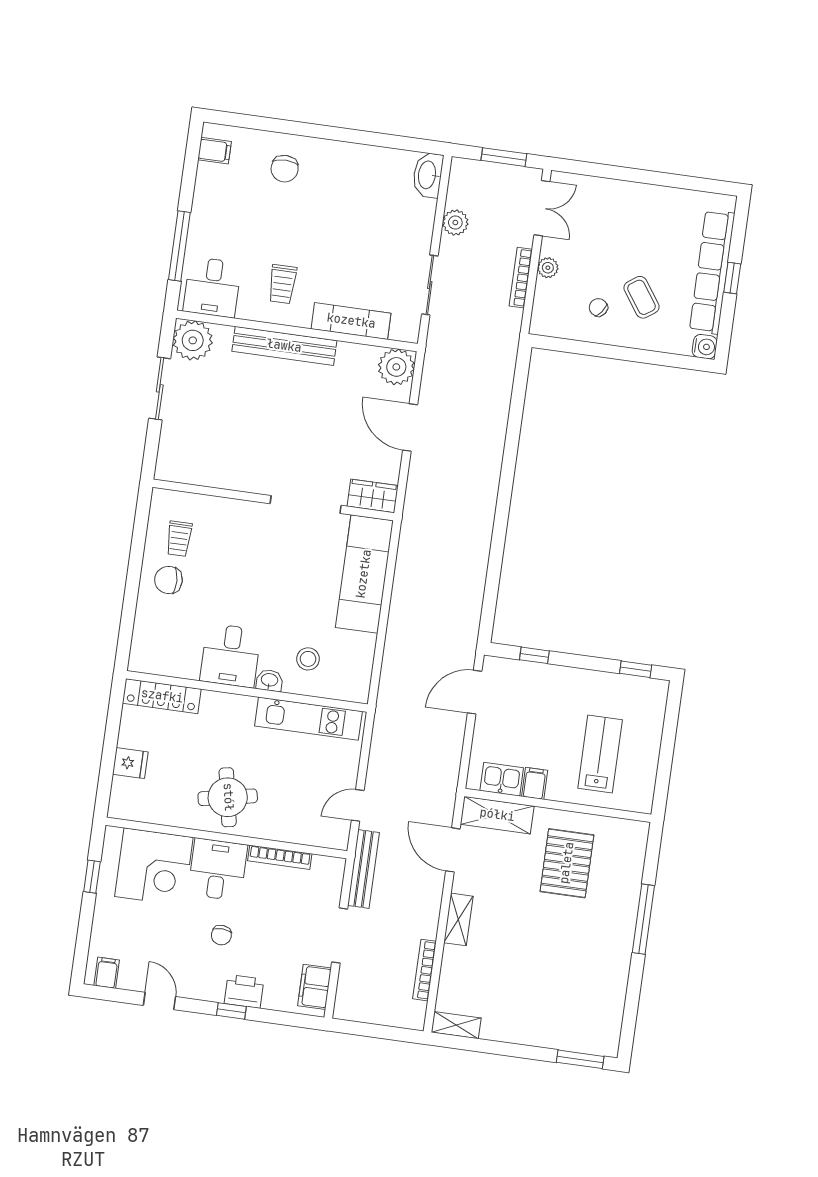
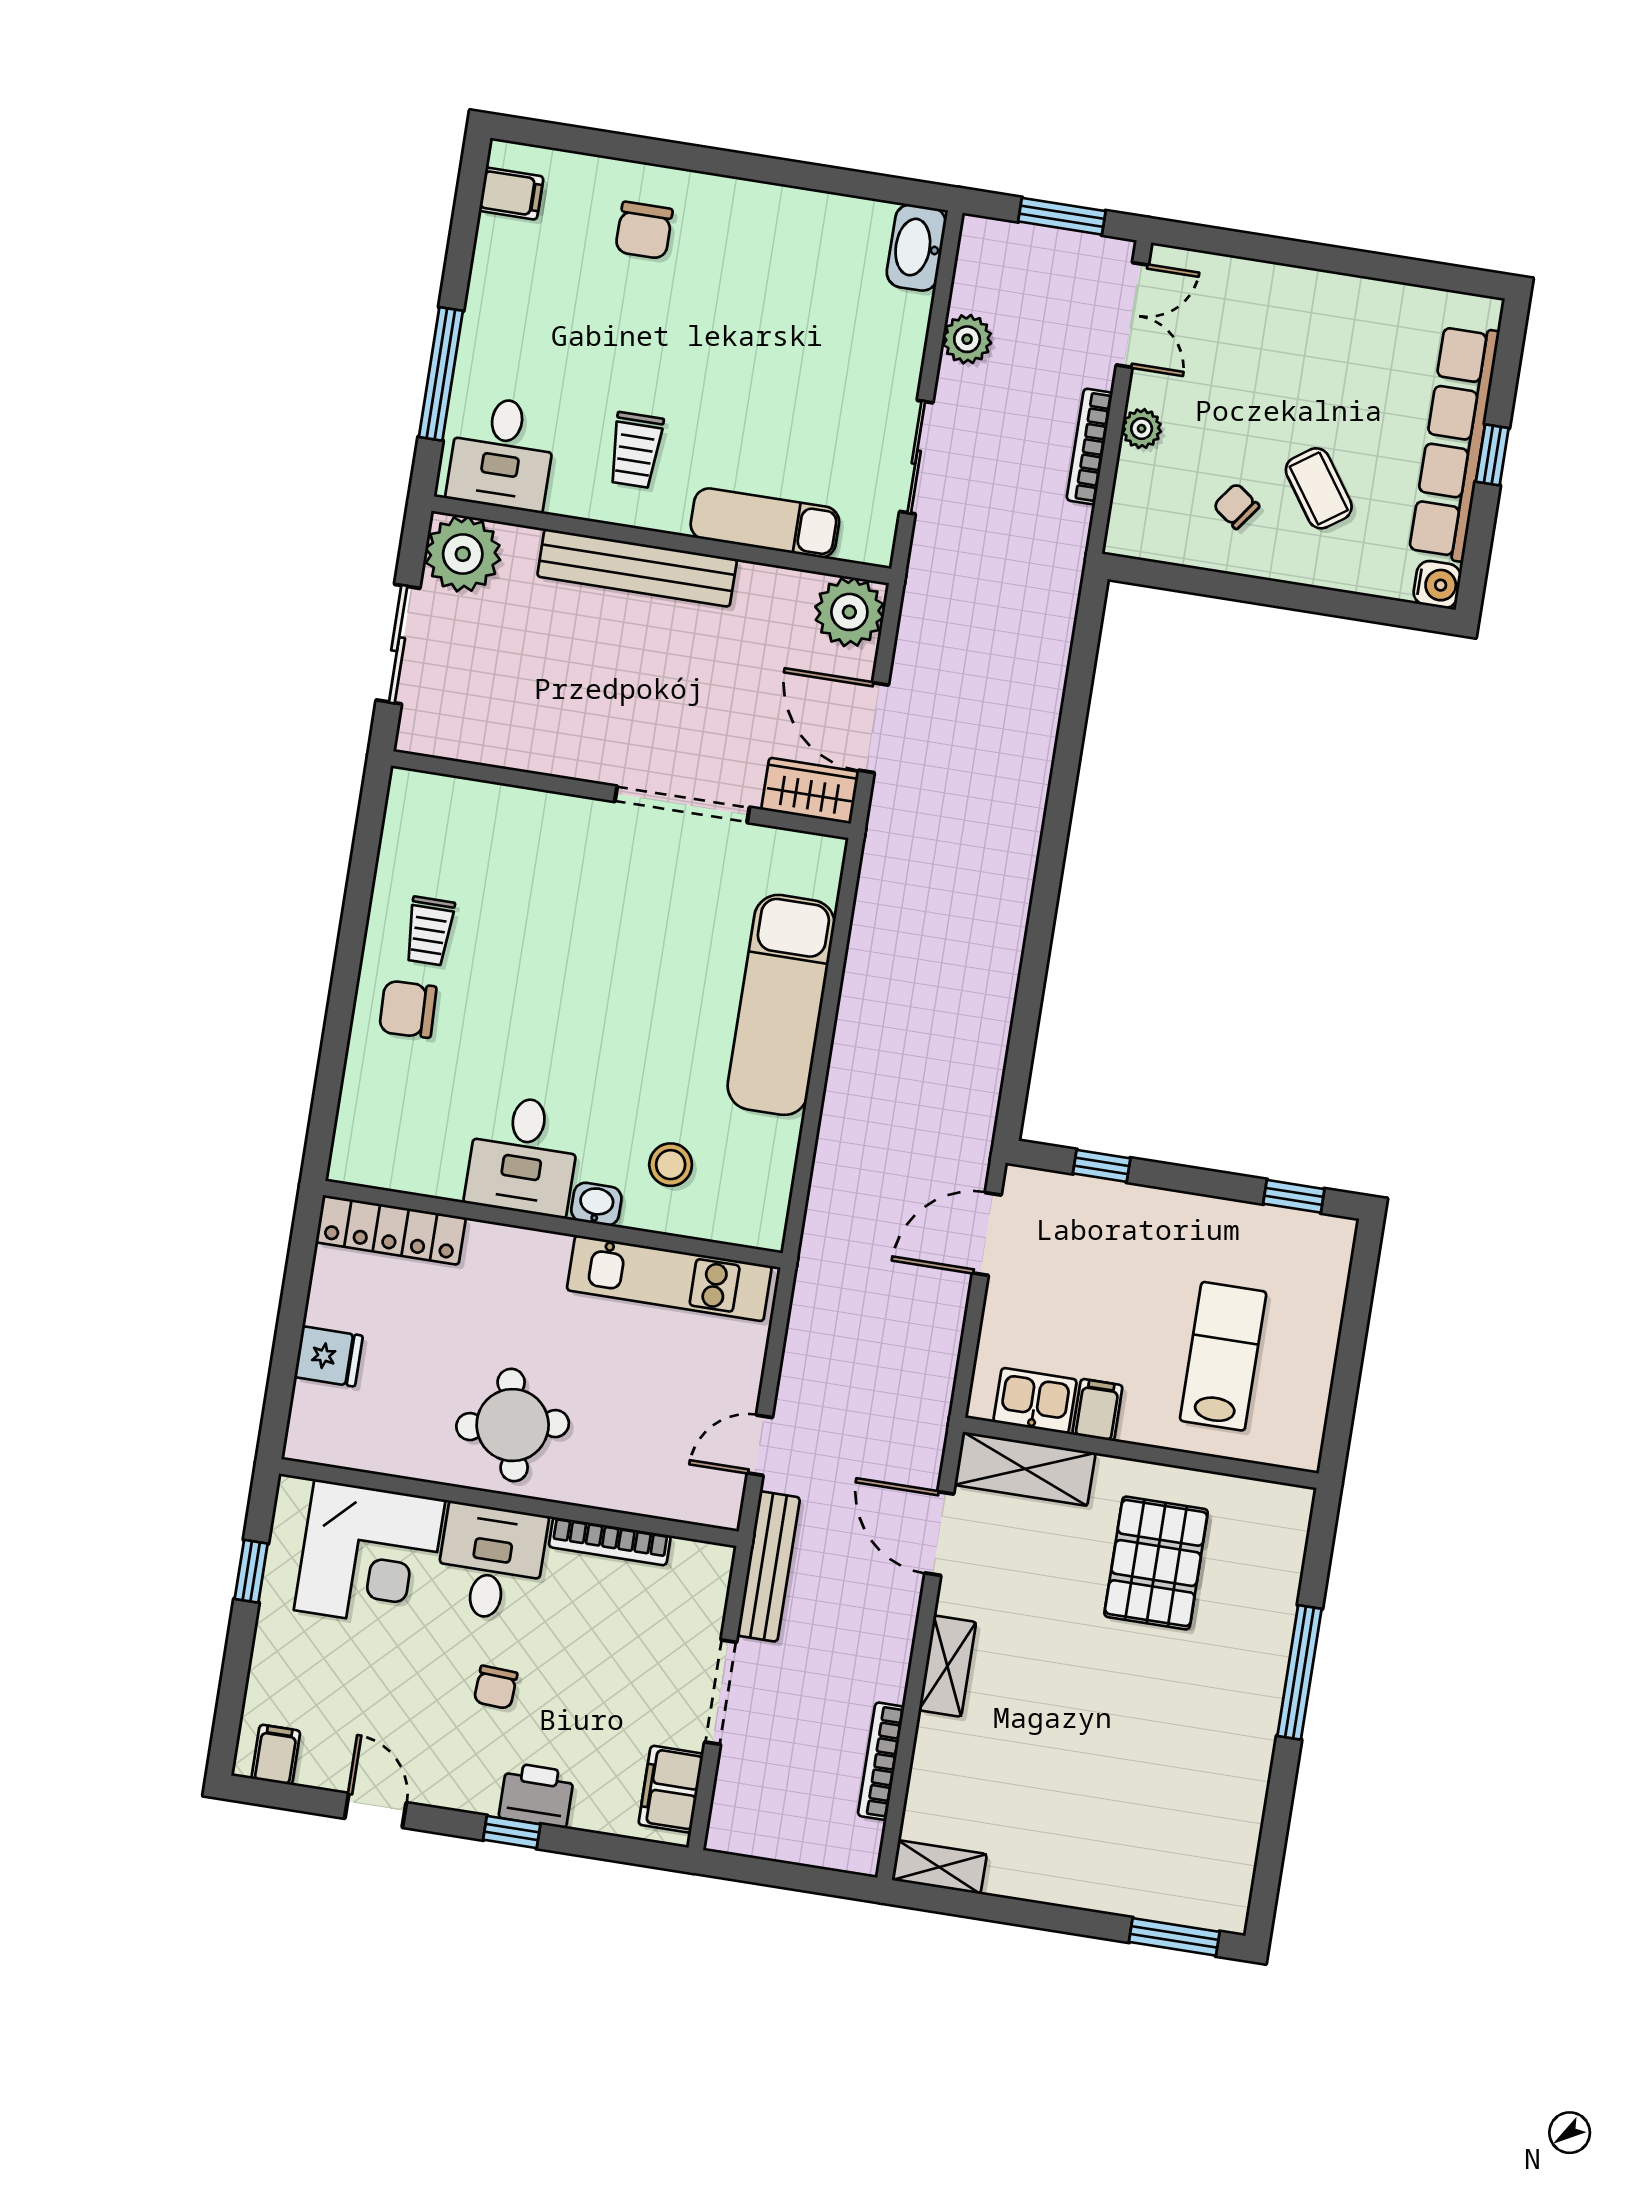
wardrobe: (373, 496) -> (810, 791), moved
wall: (273, 500) -> (621, 795), moved
doorway: (306, 504) -> (682, 804), moved

